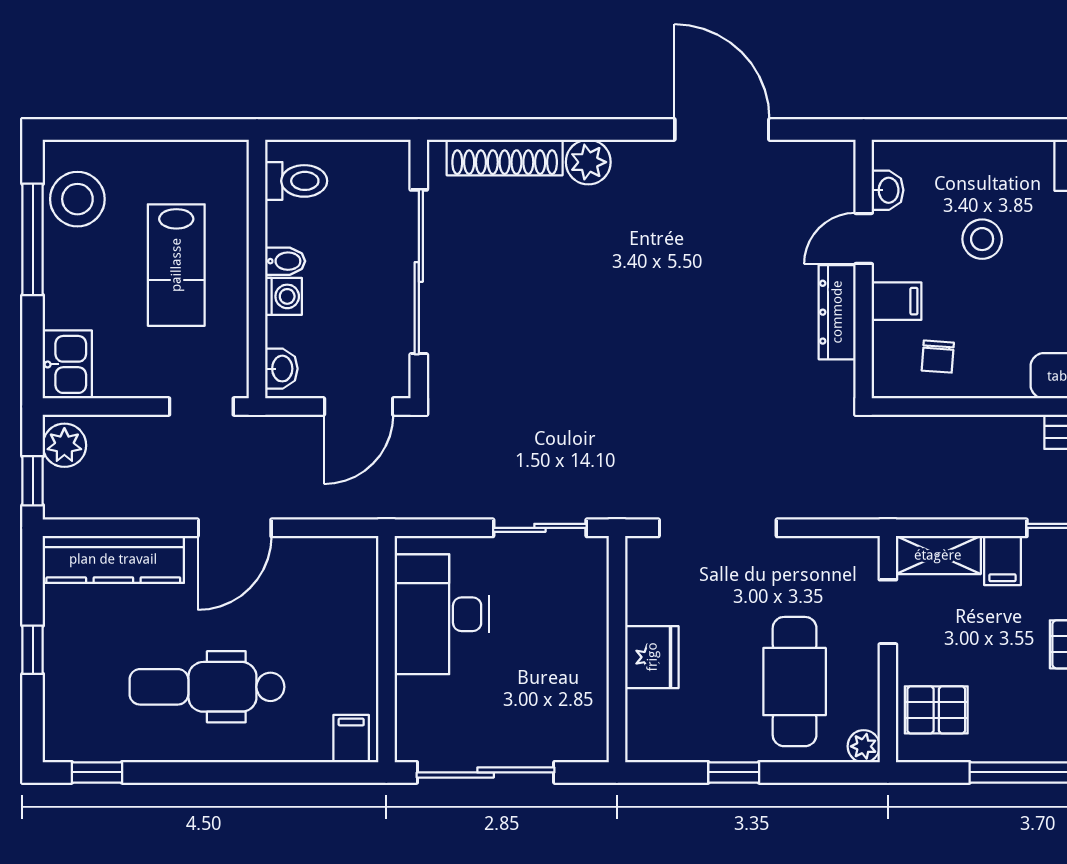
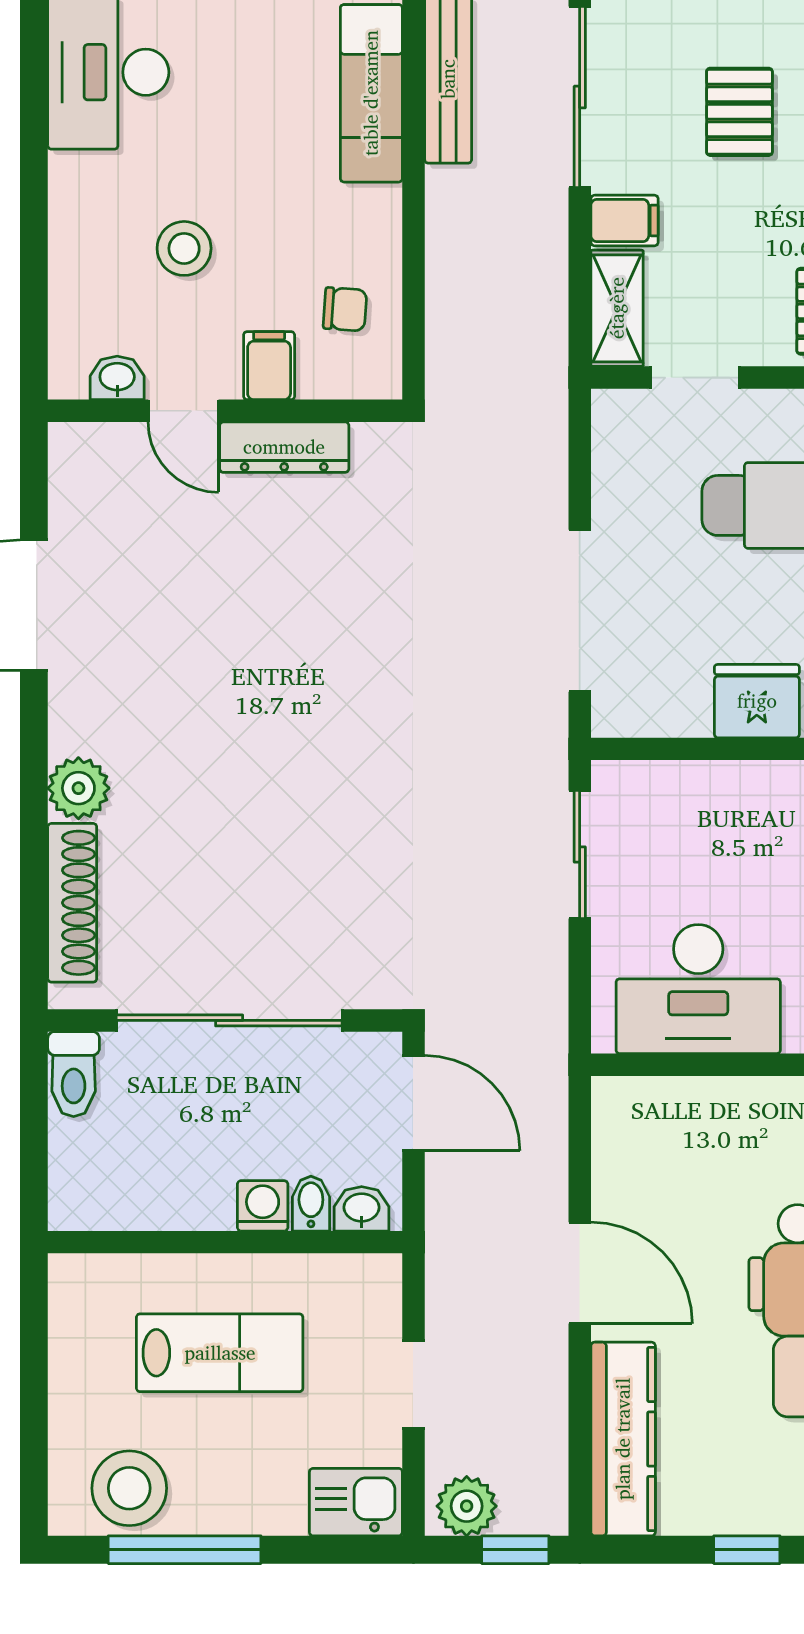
toilet: (296, 181) -> (74, 1074), moved, turned 180
bidet: (285, 261) -> (311, 1204), moved
doorway: (201, 406) -> (413, 1385), moved

